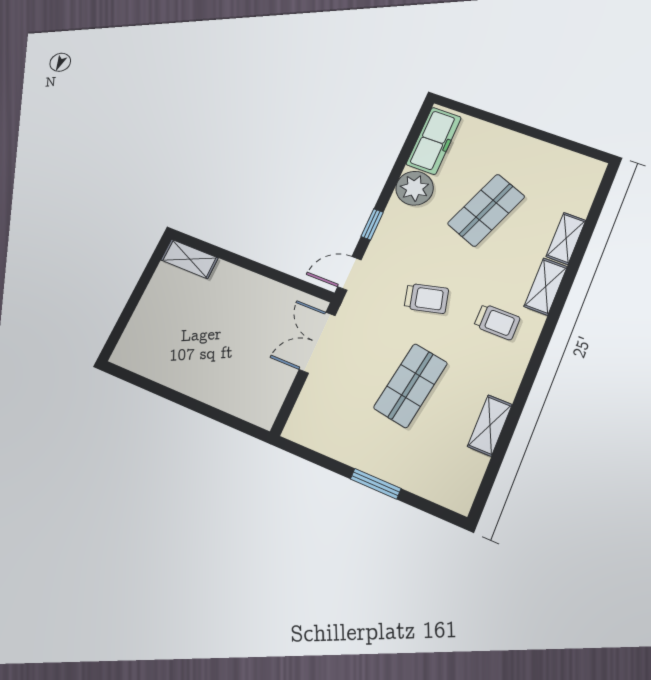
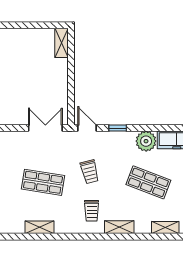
shelving: (566, 238) -> (165, 228), moved

